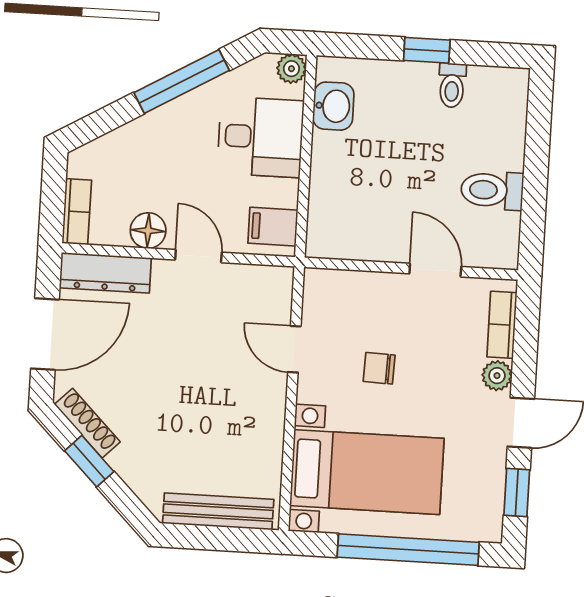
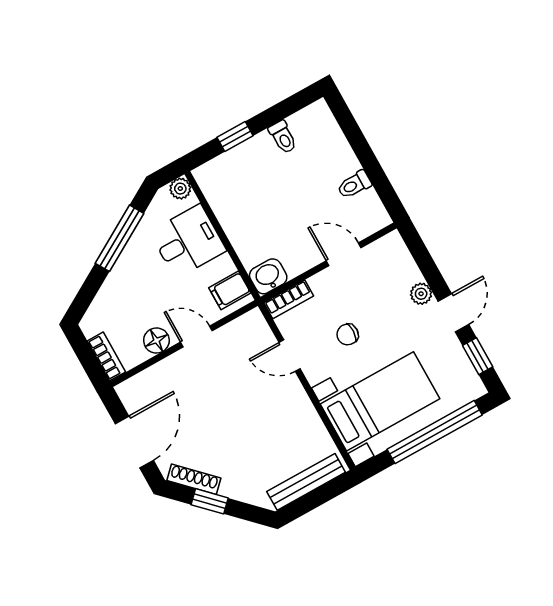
window: (427, 50) -> (235, 137), moved
washbasin: (333, 106) -> (268, 276), moved, turned -90
toilet: (492, 190) -> (354, 185), width x0.73, depth x0.72
dresser: (105, 273) -> (147, 382), removed
bookcase: (502, 325) -> (289, 299), moved, turned -90

